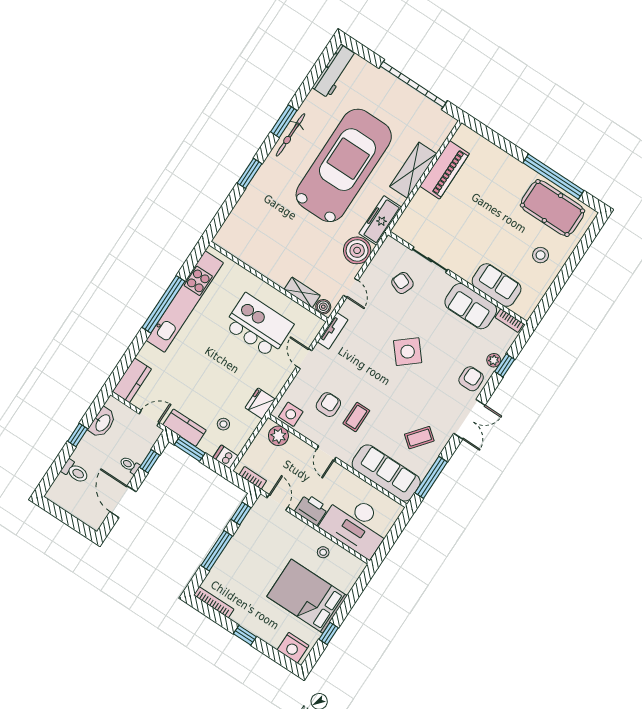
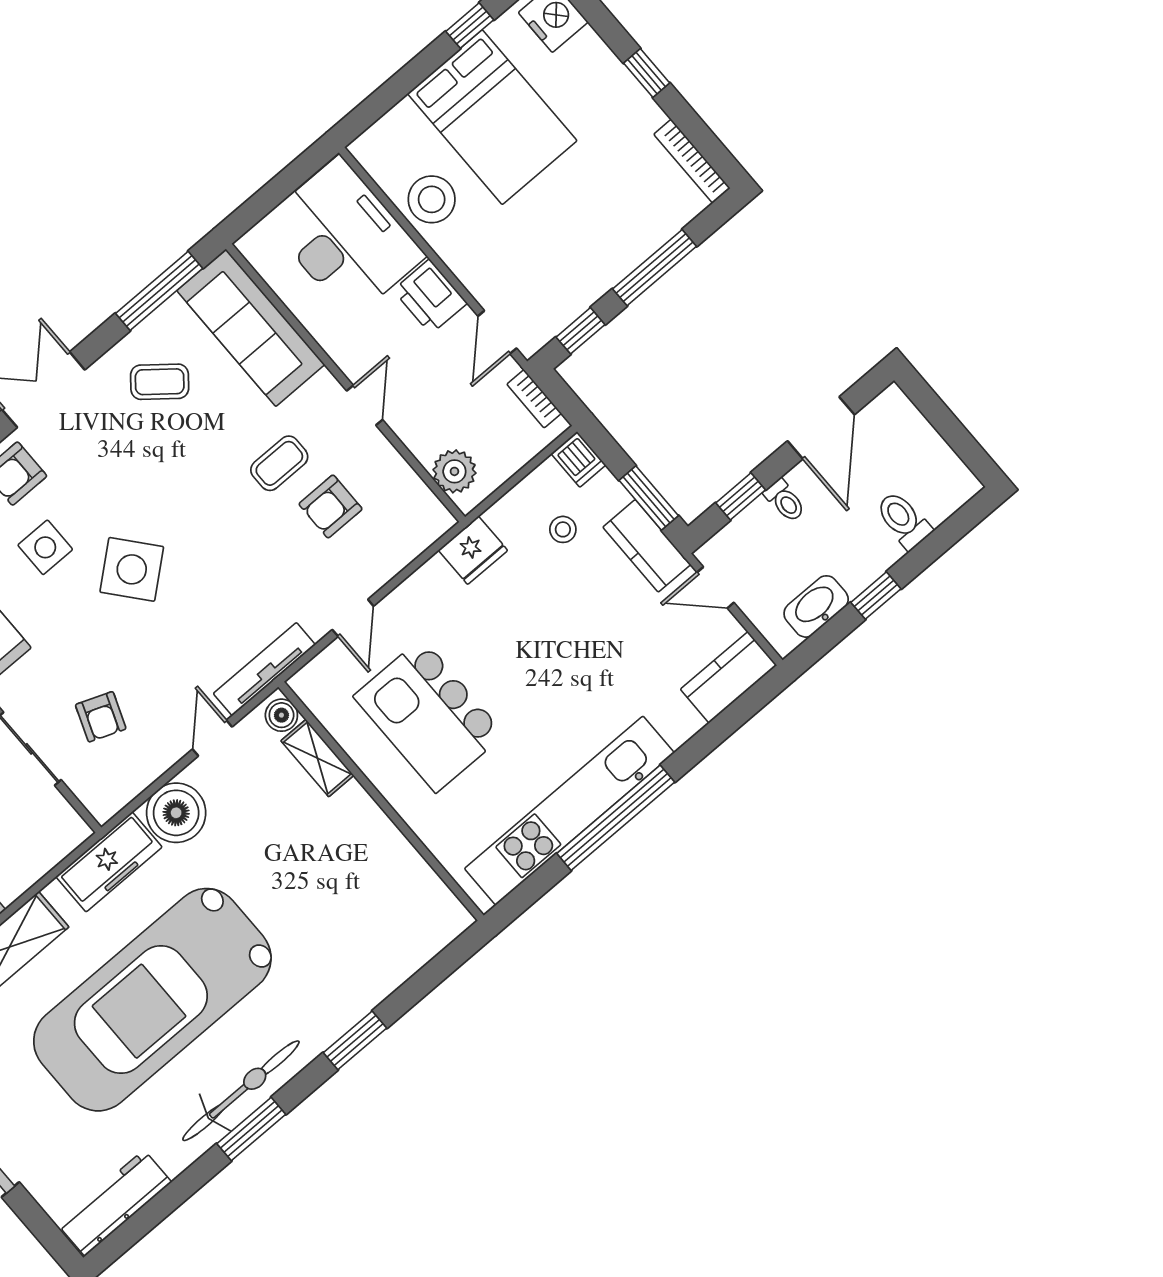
bicycle: (290, 135) -> (241, 1091), width x1.37, depth x1.40
tv unit: (333, 331) -> (264, 669), width x1.41
side table: (291, 414) -> (45, 547), moved
stool: (323, 552) -> (432, 199), width x1.89, depth x1.89

